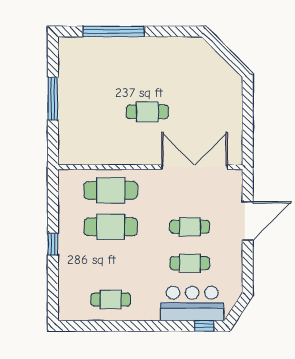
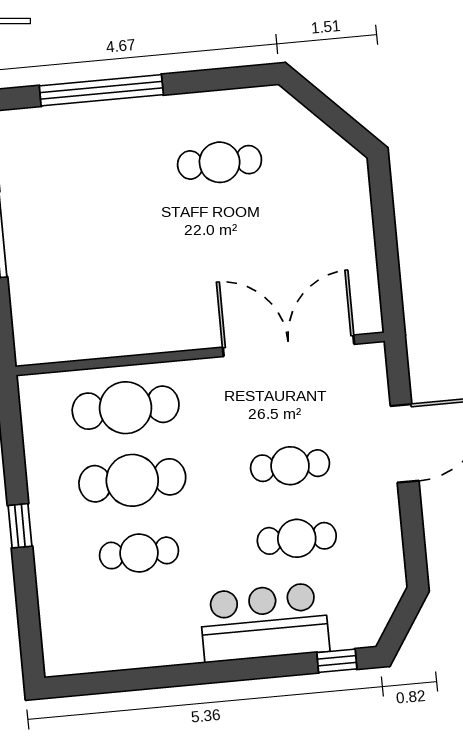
cafe table: (147, 112) -> (220, 162), moved
cafe table: (111, 300) -> (139, 553), moved
bar counter: (192, 303) -> (264, 622), moved

